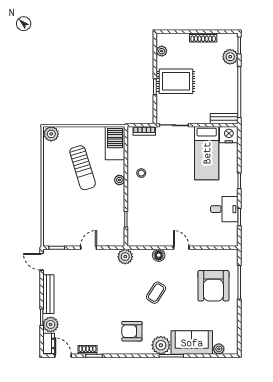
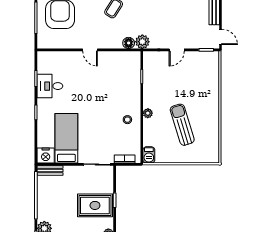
plant: (51, 134) -> (211, 156), removed
barbecue: (115, 143) -> (149, 155), width x0.53, depth x0.65
floor lamp: (159, 255) -> (129, 43), moved

